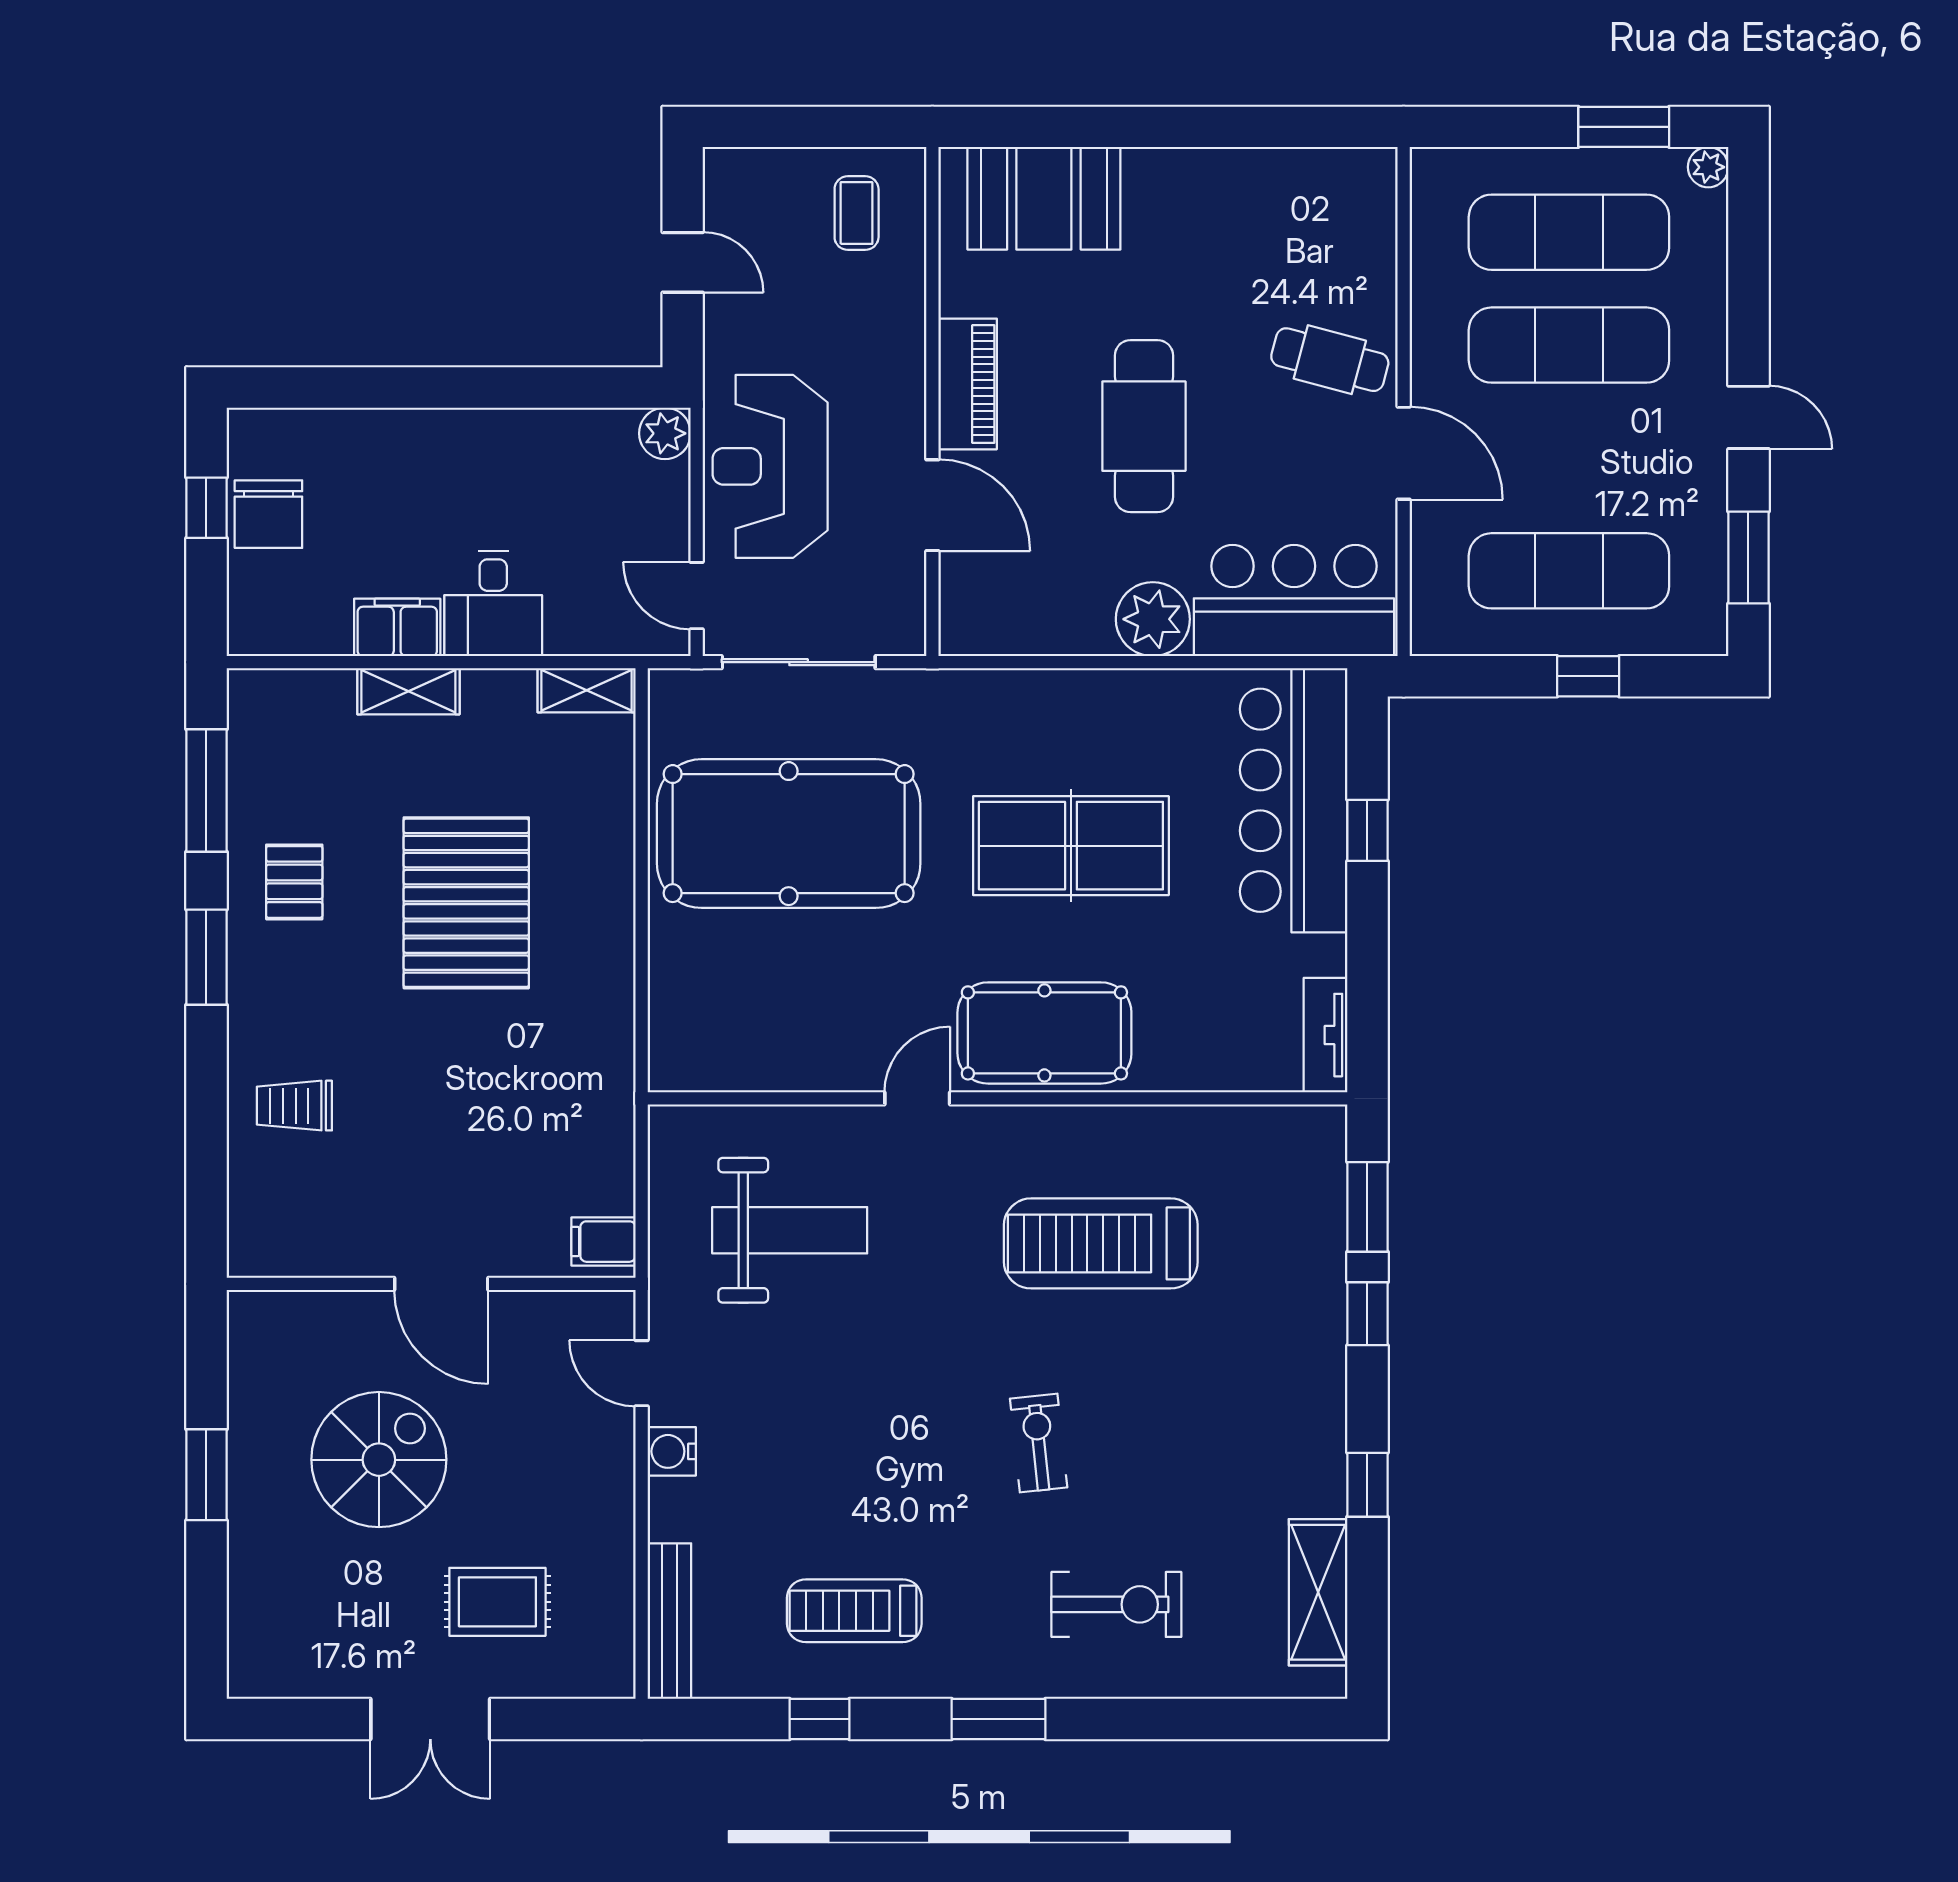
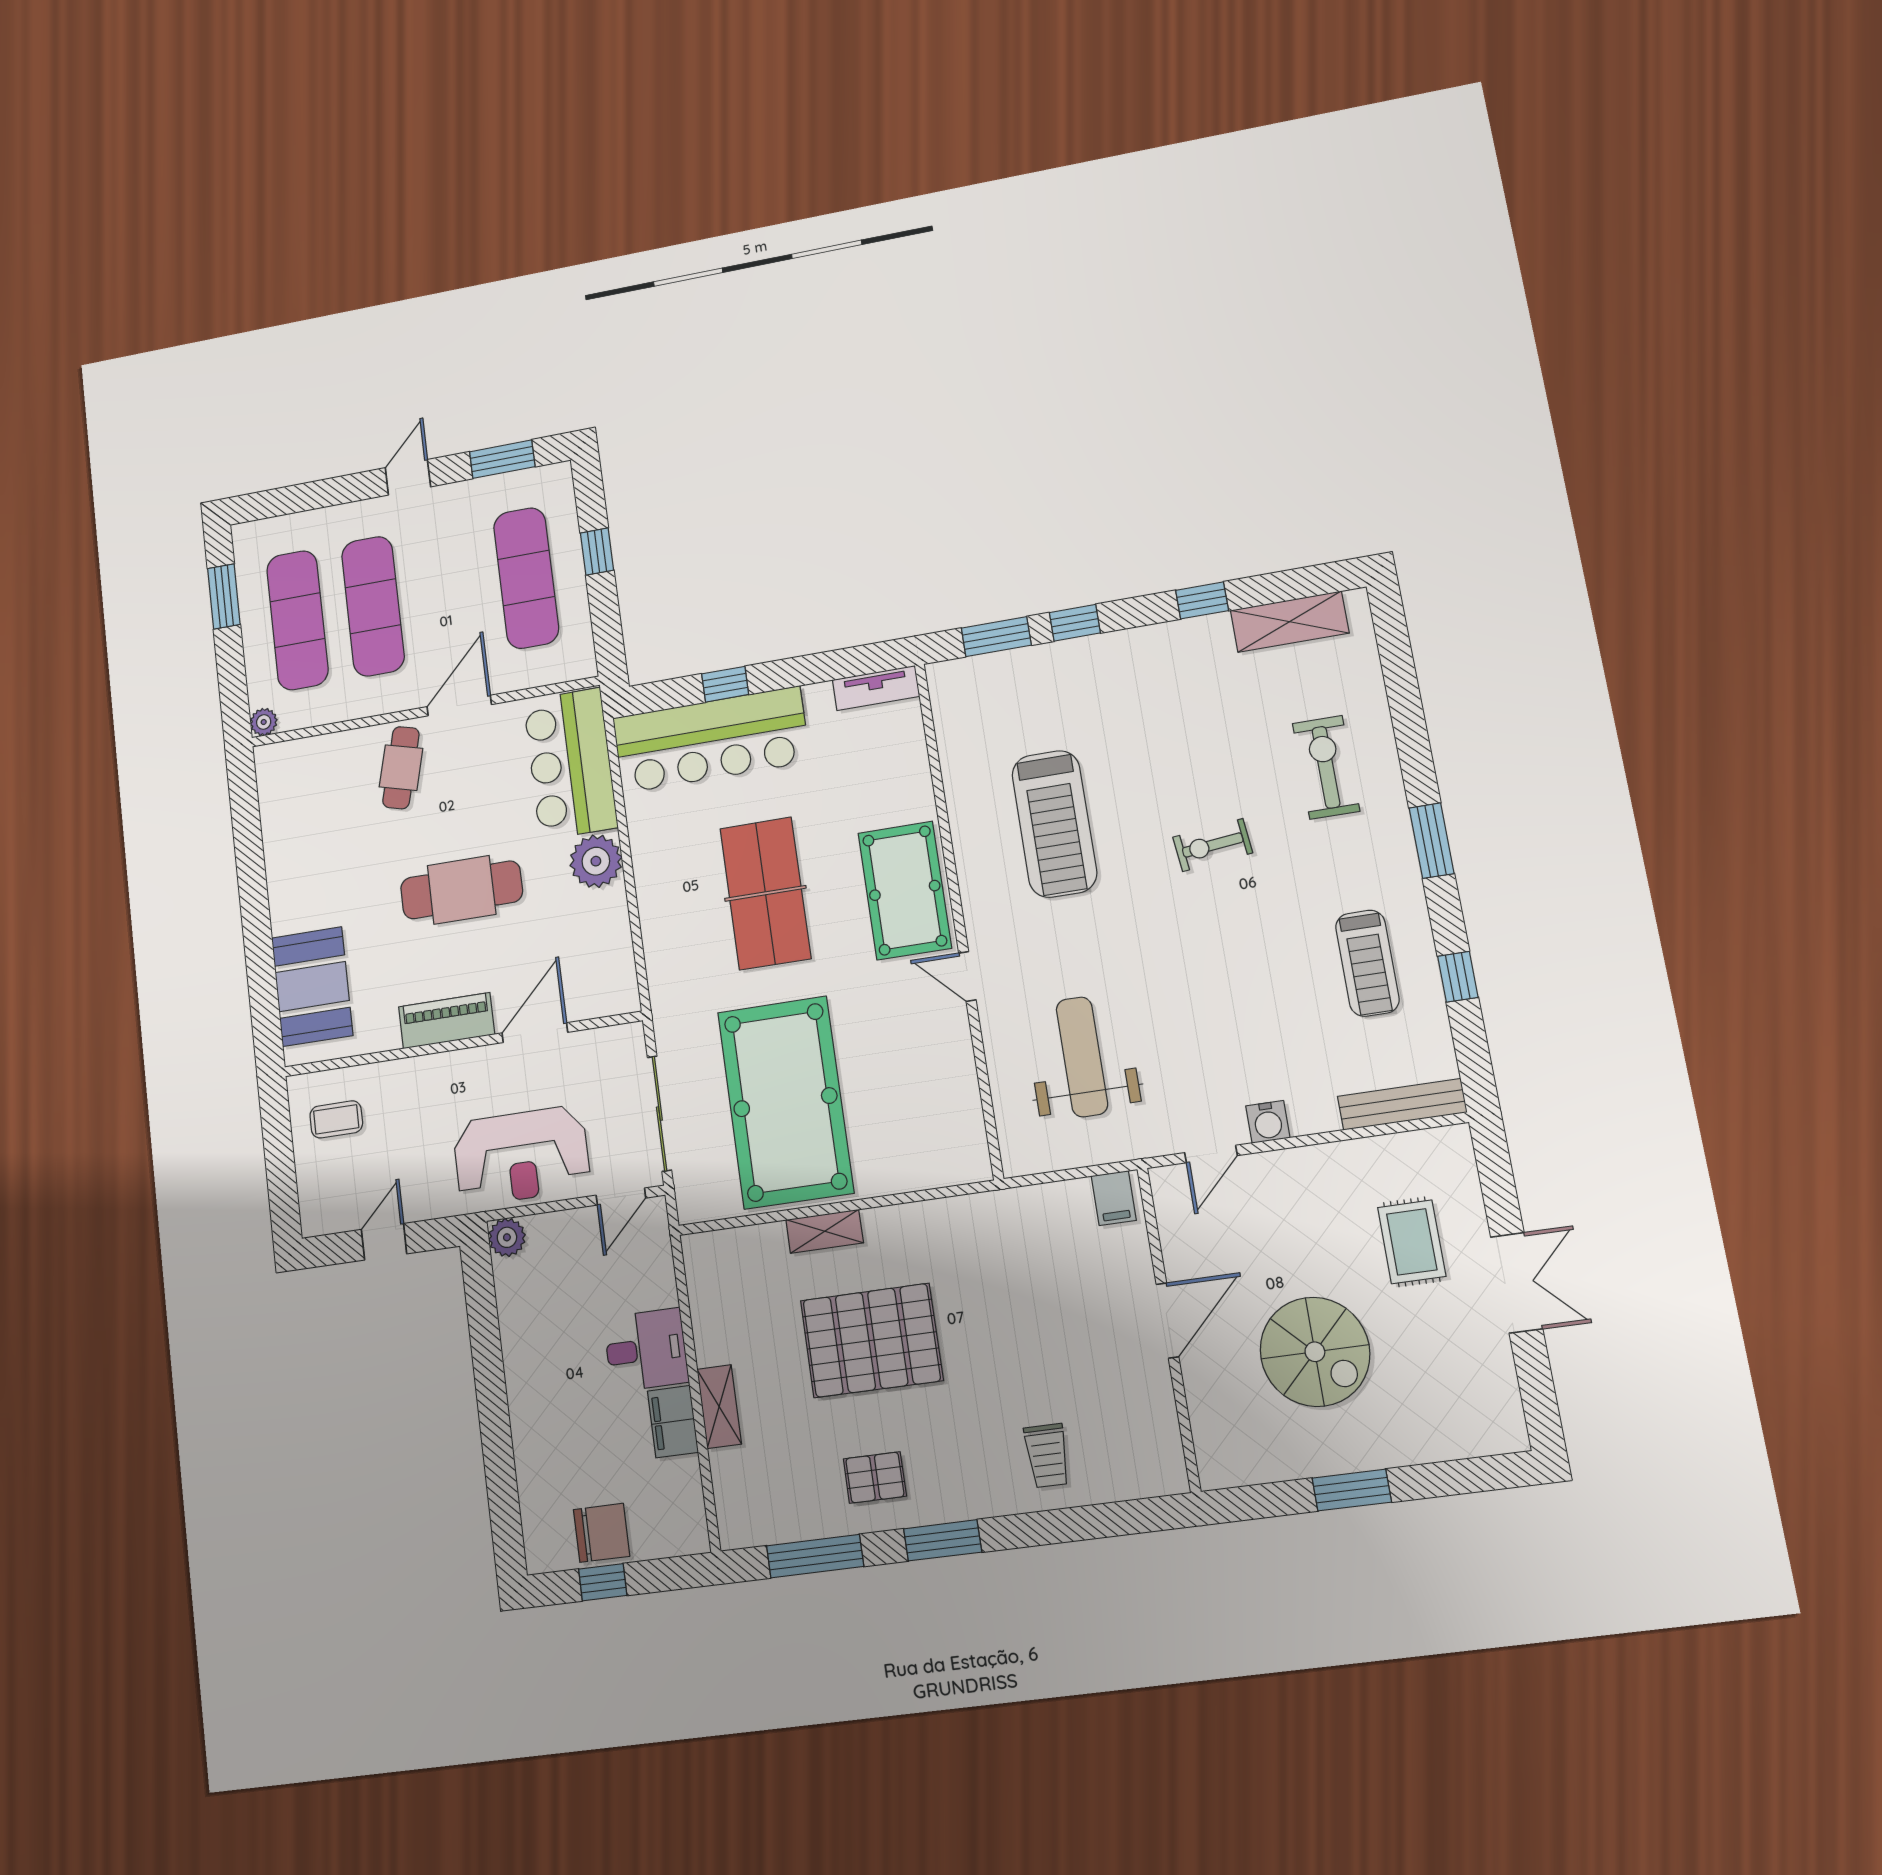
plant: (1708, 167) -> (264, 722), moved
shelving: (587, 690) -> (825, 1231), moved, turned 90
spiral stairs: (379, 1460) -> (1315, 1352), turned 180

